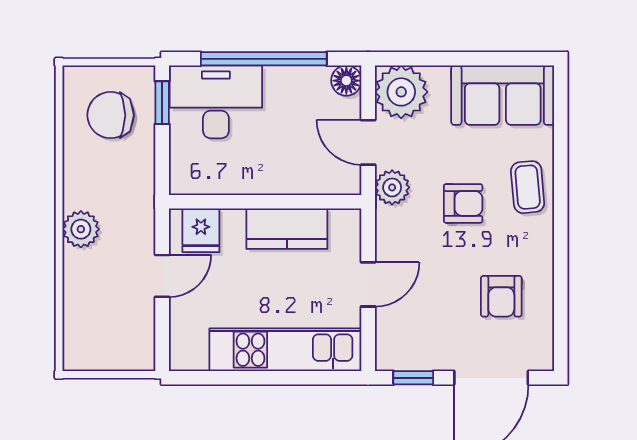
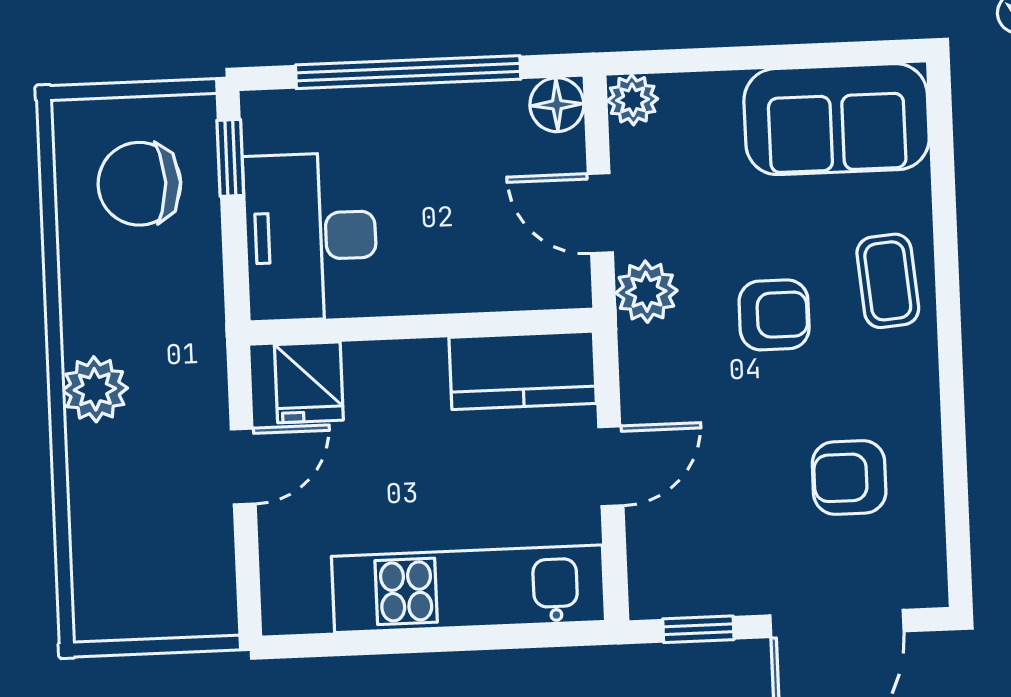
plant: (401, 92) -> (633, 100), width x0.53, depth x0.53
desk: (216, 102) -> (310, 237), moved, turned -90
kitchen counter: (287, 229) -> (523, 370), moved
armchair: (501, 296) -> (849, 477), turned 90

